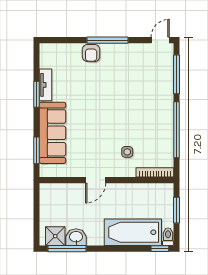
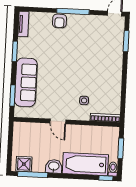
window: (177, 74) -> (126, 41), width x0.69
tv unit: (46, 85) -> (23, 24), moved
window: (177, 130) -> (124, 85), removed
door: (96, 180) -> (58, 121), hinge flipped
washbasin: (76, 237) -> (54, 166), moved

